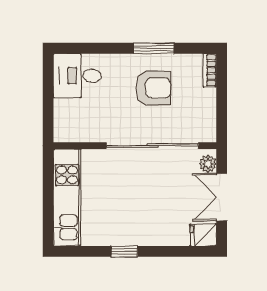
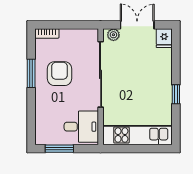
desk: (77, 76) -> (81, 127), moved, turned -90
window: (48, 88) -> (59, 149), added
double door: (222, 197) -> (137, 25), swing flipped

